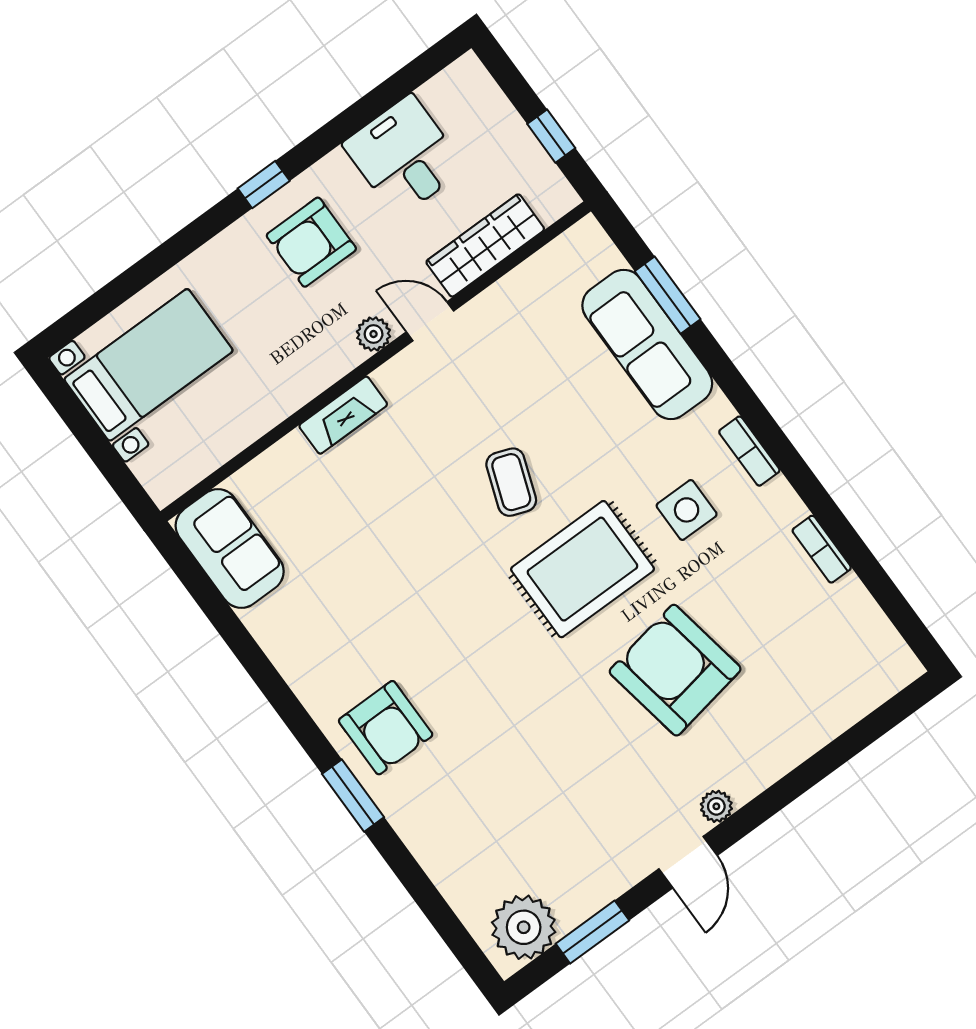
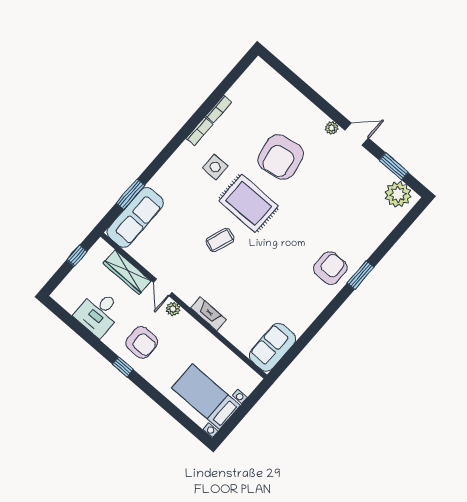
sofa: (647, 344) -> (135, 217), moved
bookcase: (749, 451) -> (200, 131), moved

